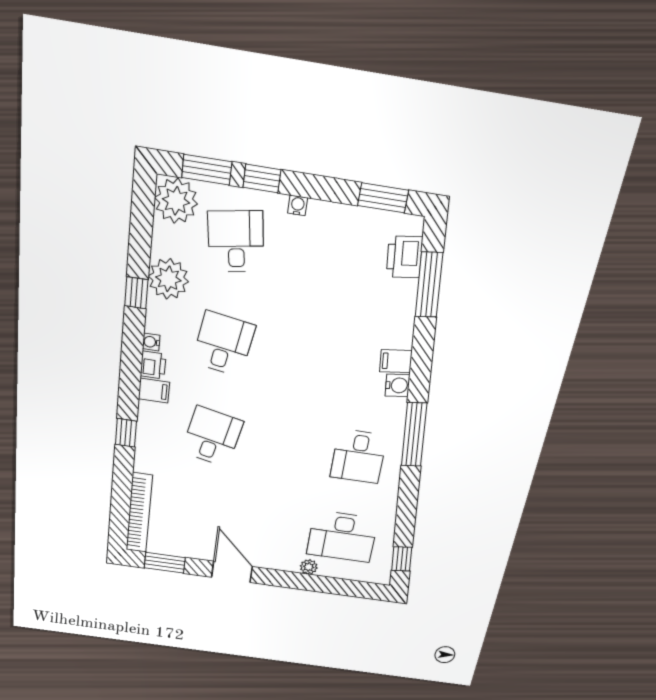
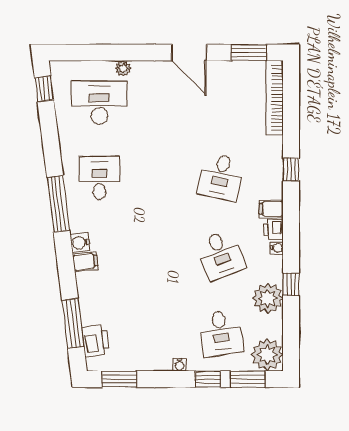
desk: (223, 344) -> (221, 255), turned -30

